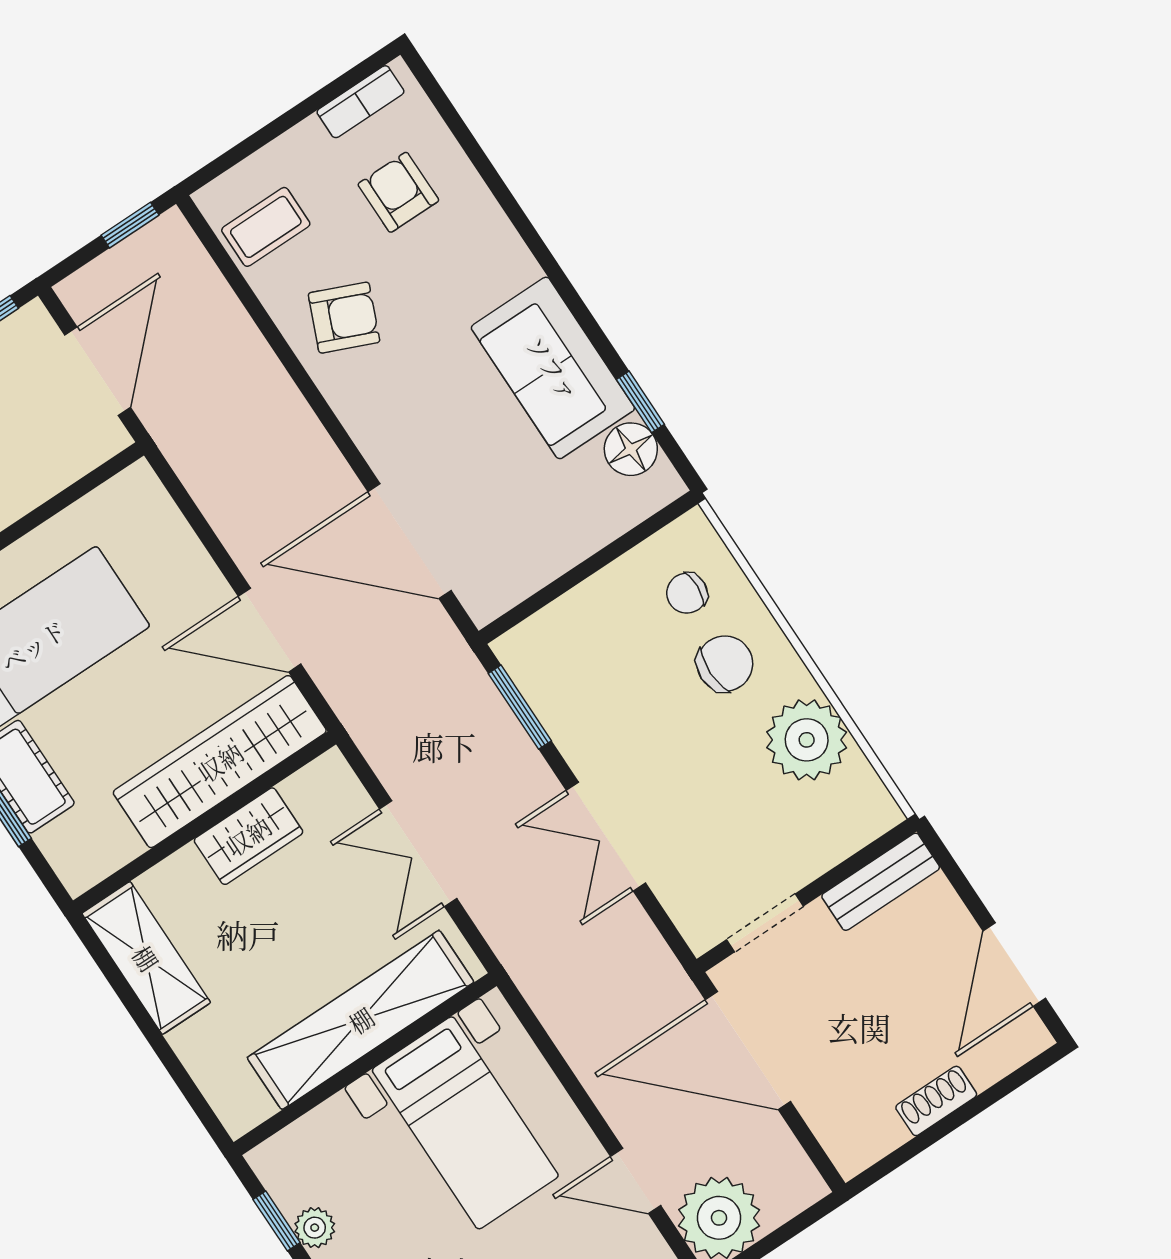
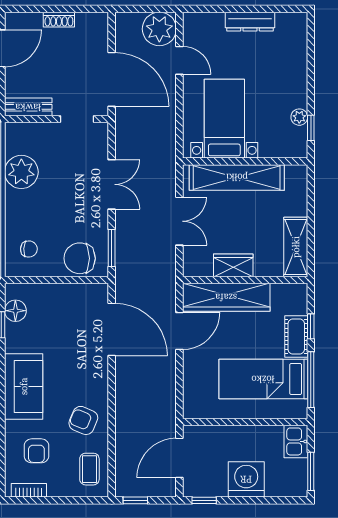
coffee table: (266, 227) -> (89, 469), turned 90
sofa: (553, 368) -> (24, 386), moved
door: (270, 630) -> (179, 331), hinge flipped
chair: (725, 664) -> (80, 258), moved, width x1.37, depth x1.37

